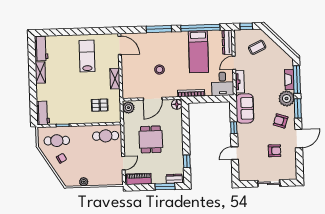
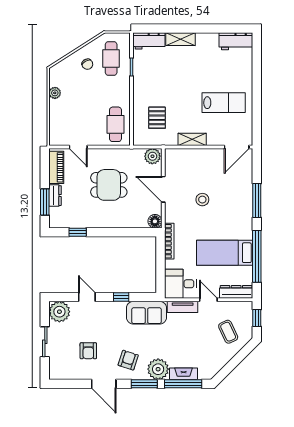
shelving: (40, 72) -> (180, 39), moved
plant: (246, 173) -> (59, 312), added
dresser: (174, 179) -> (55, 196), moved

